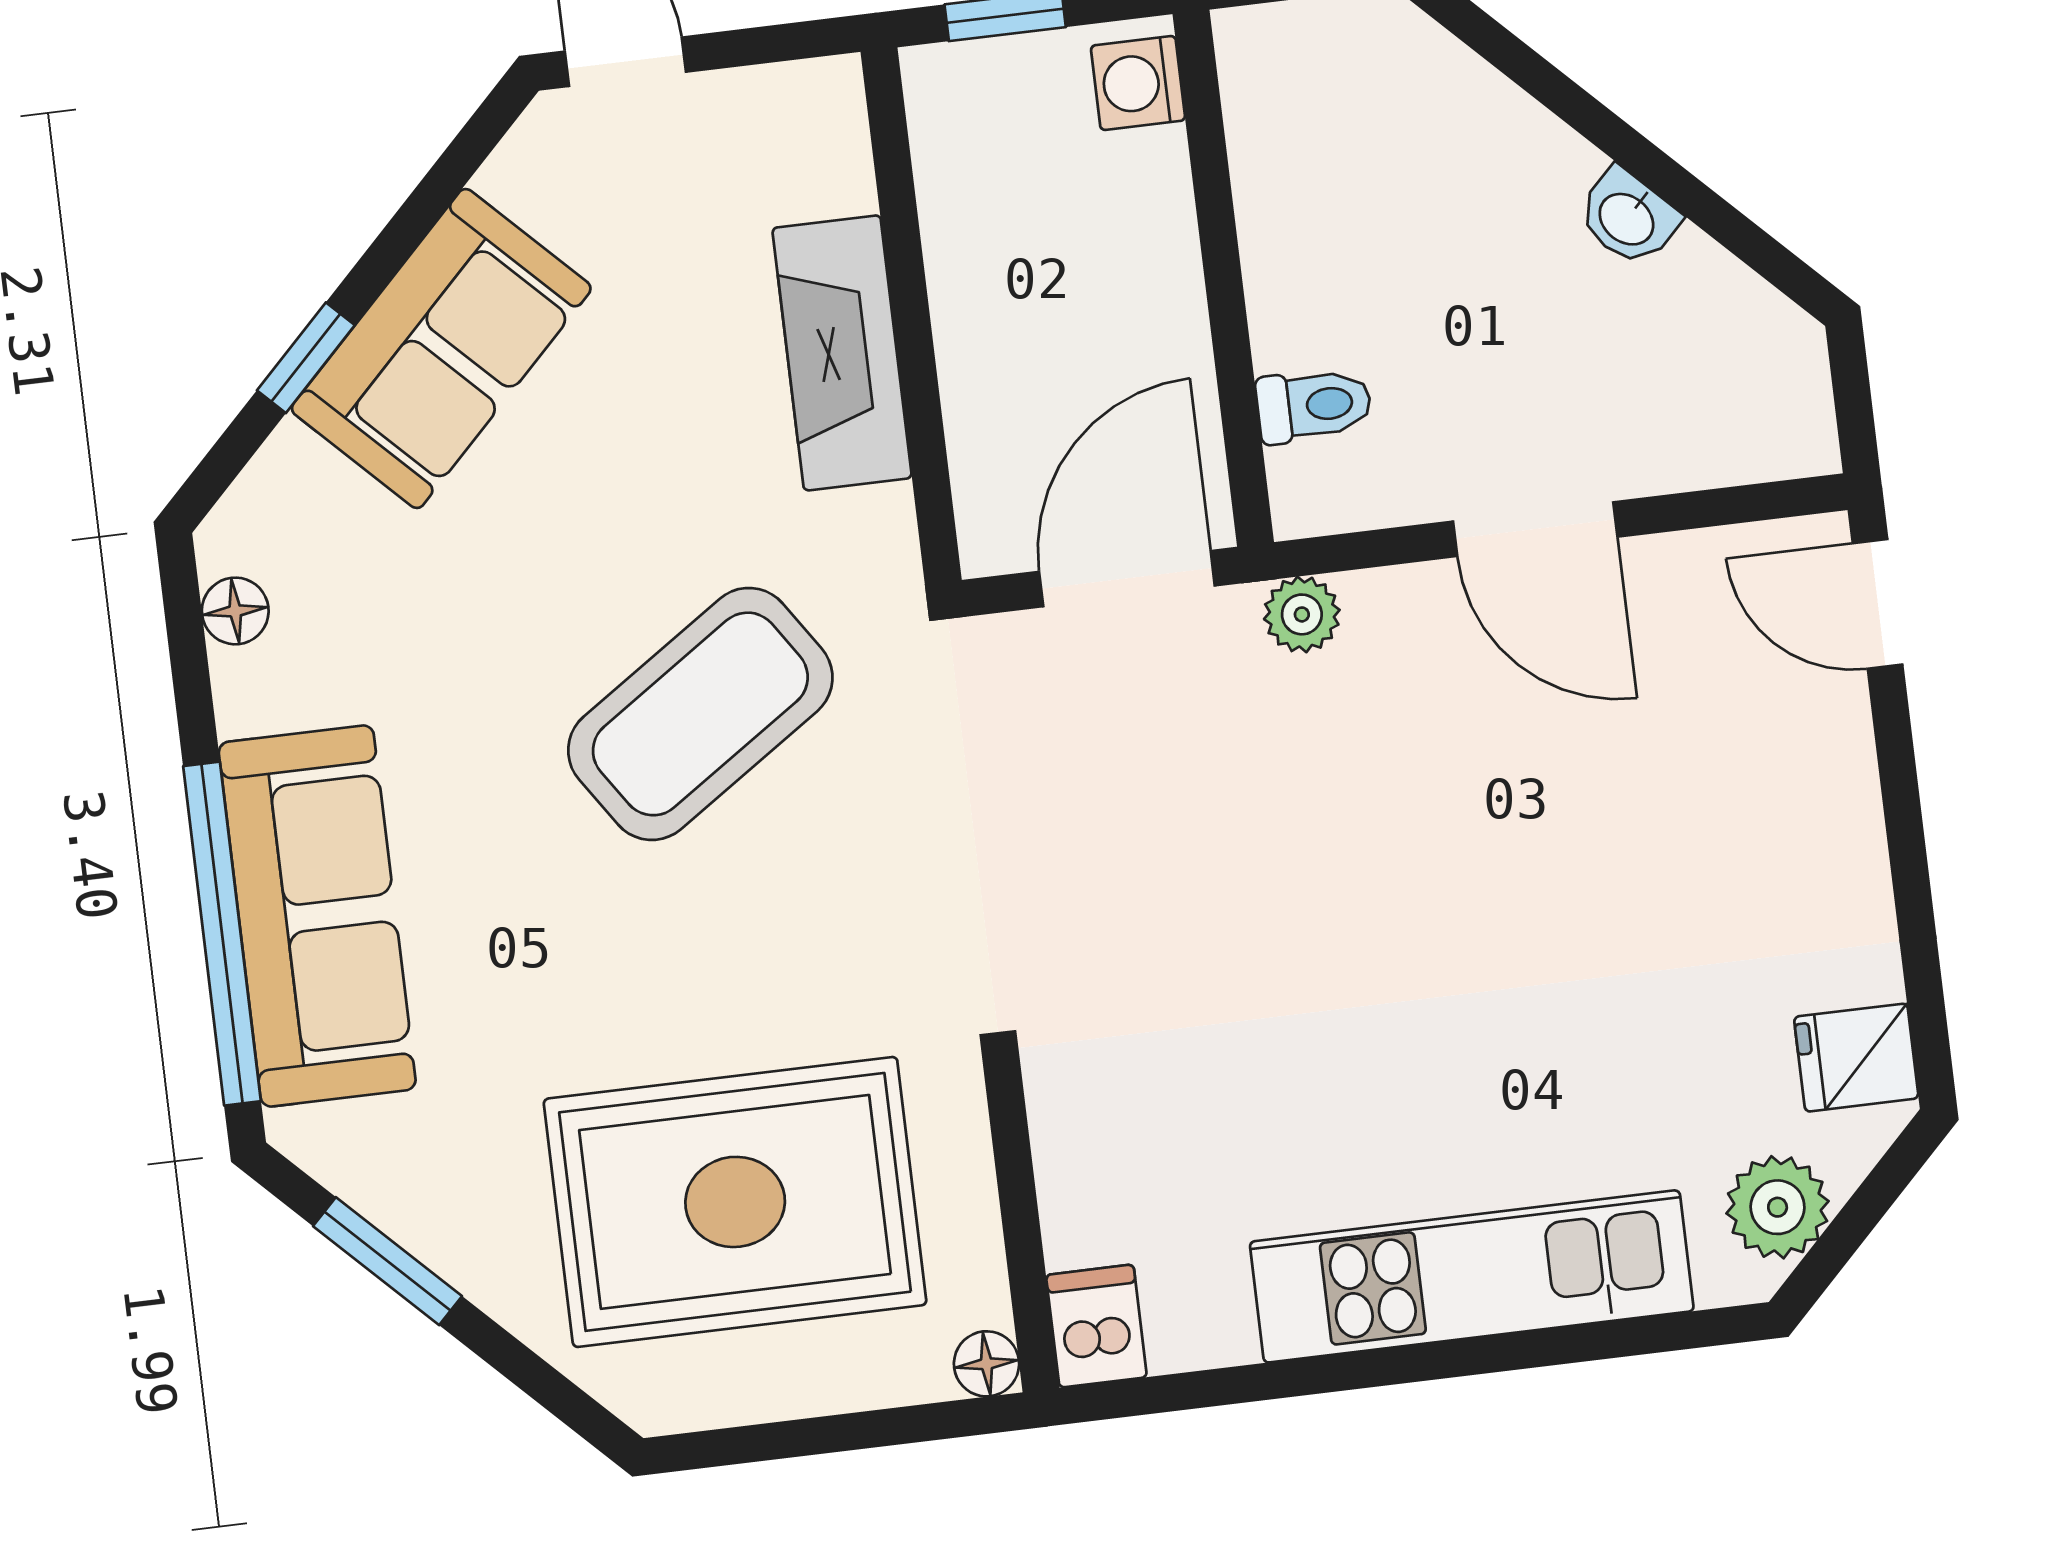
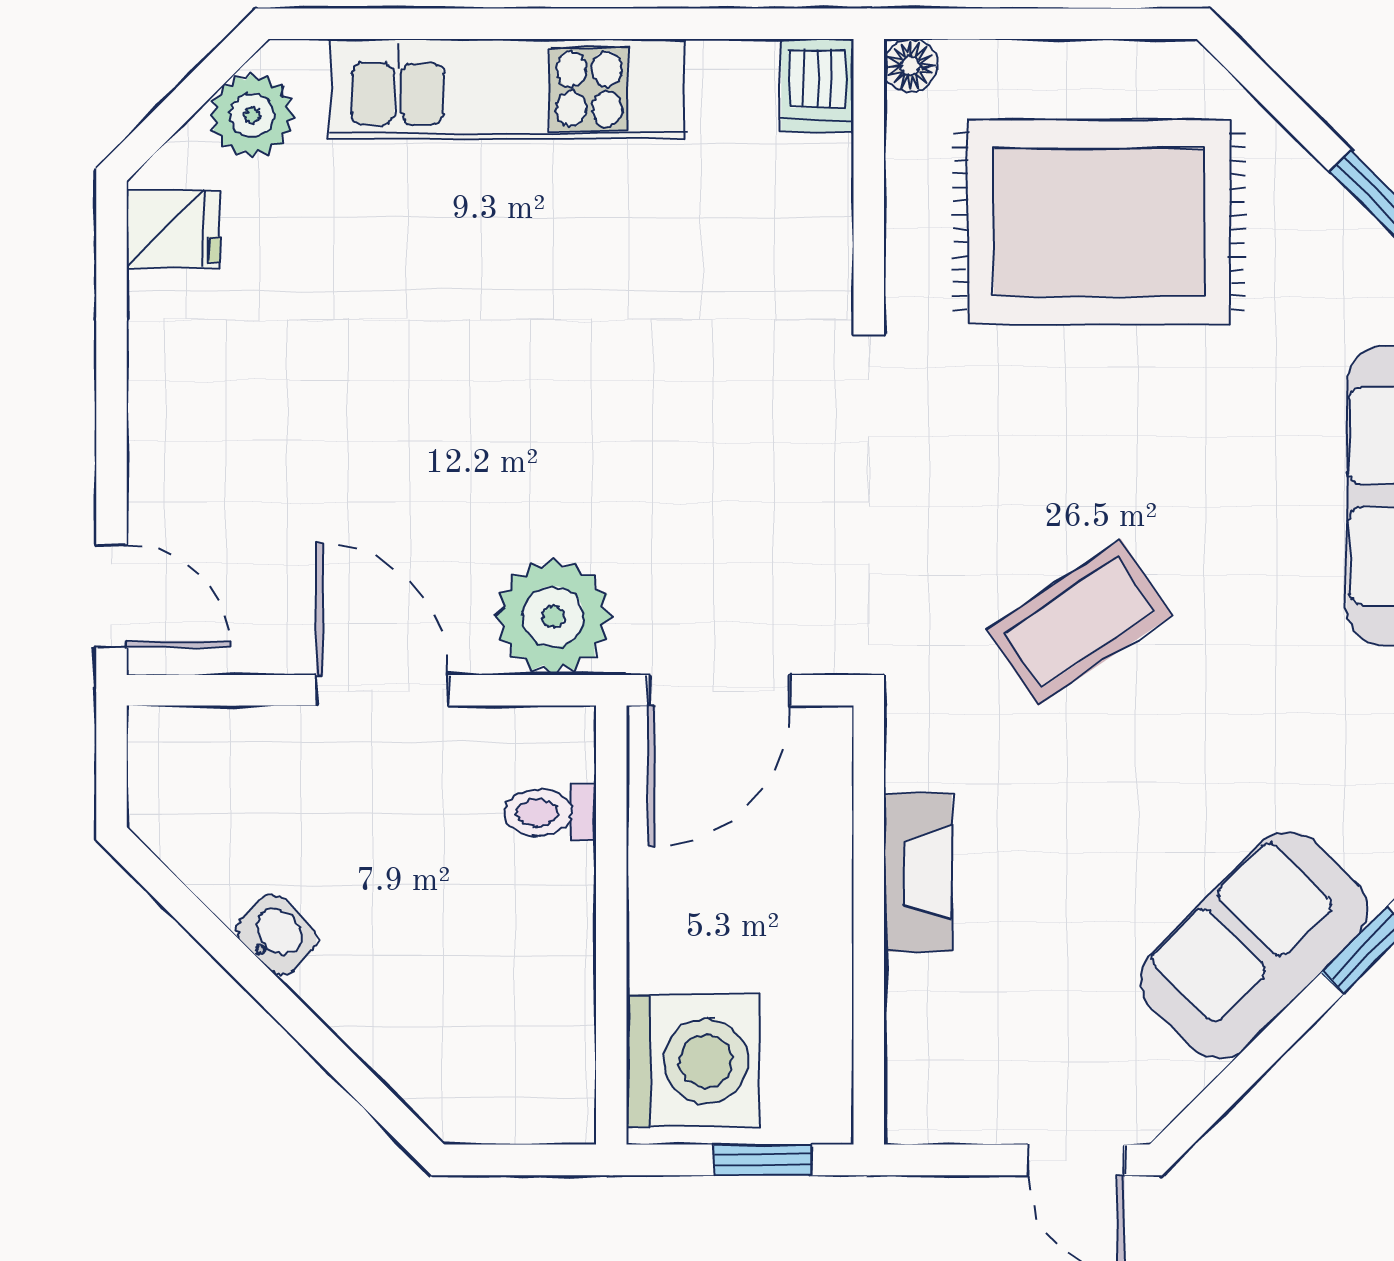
washing machine: (1138, 83) -> (693, 1061), width x1.89, depth x1.89
fireplace: (842, 353) -> (918, 873), width x0.73, depth x0.76
plant: (1302, 614) -> (553, 617), width x1.88, depth x1.88
coffee table: (700, 714) -> (1079, 622), width x0.73, depth x0.76

